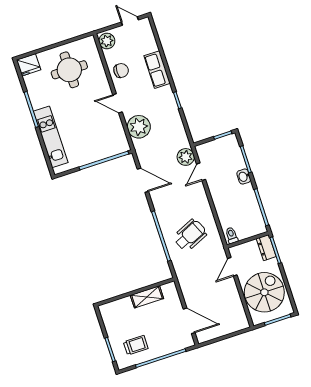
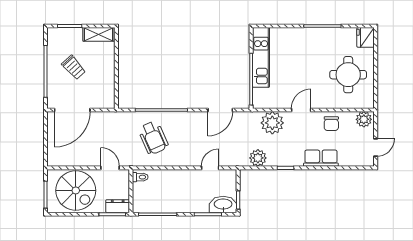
kitchen unit: (51, 137) -> (261, 57), moved, turned -90
plant: (186, 157) -> (258, 158), moved
door: (201, 172) -> (210, 168), hinge flipped
washbasin: (244, 177) -> (223, 204), moved, width x1.91, depth x1.45
shelving: (147, 297) -> (98, 34), moved, turned 90
door: (189, 321) -> (72, 110), width x1.36
trolley: (136, 345) -> (74, 67), moved, turned -42

